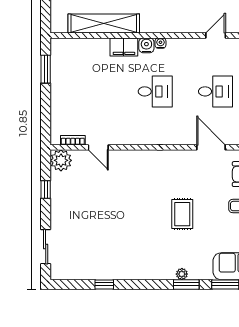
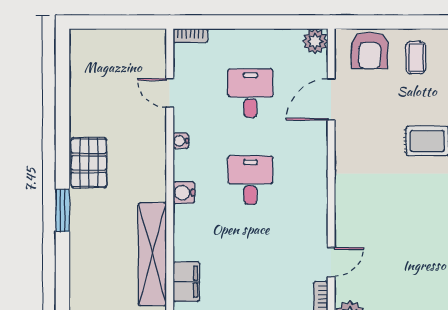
water cooler: (160, 43) -> (181, 141), moved
filing cabinet: (124, 47) -> (186, 282), moved

